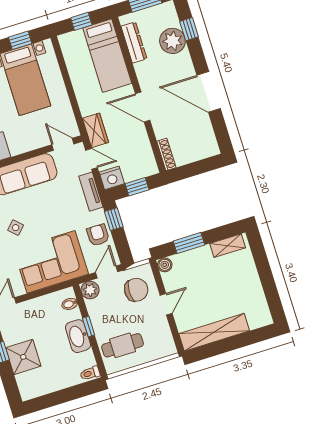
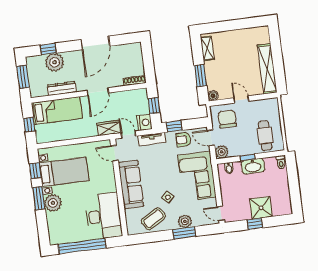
dresser: (134, 43) -> (62, 88), moved
door: (63, 144) -> (115, 153), hinge flipped
door: (92, 159) -> (128, 135), hinge flipped

